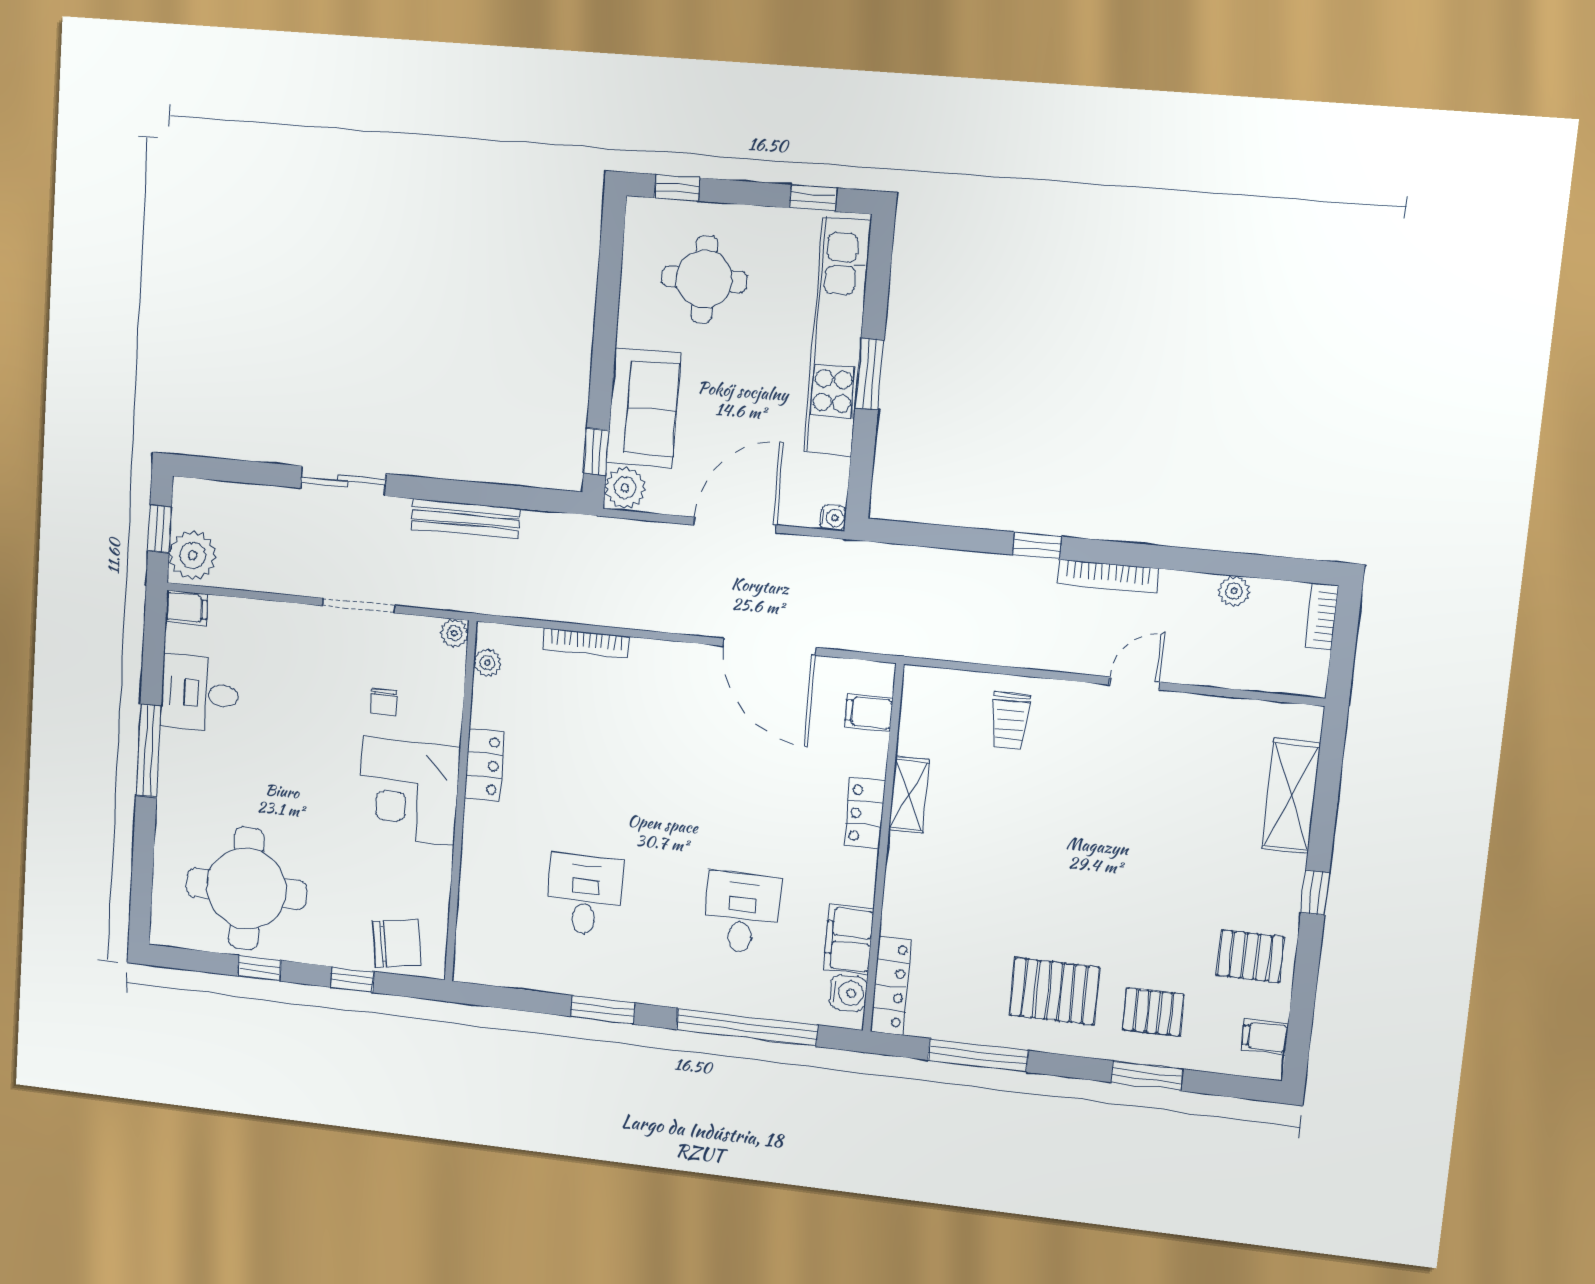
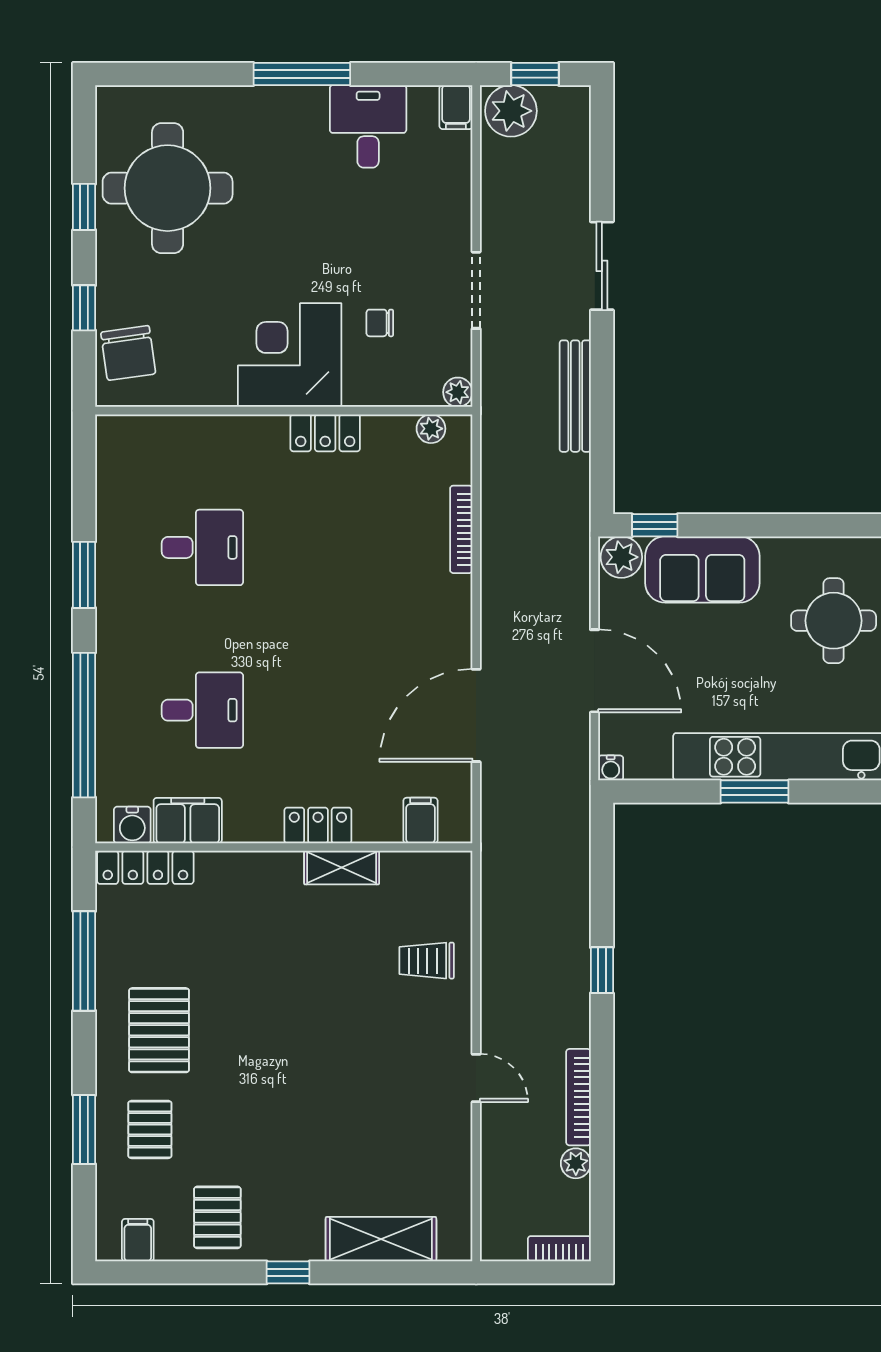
bookcase: (1108, 576) -> (578, 1097), moved

